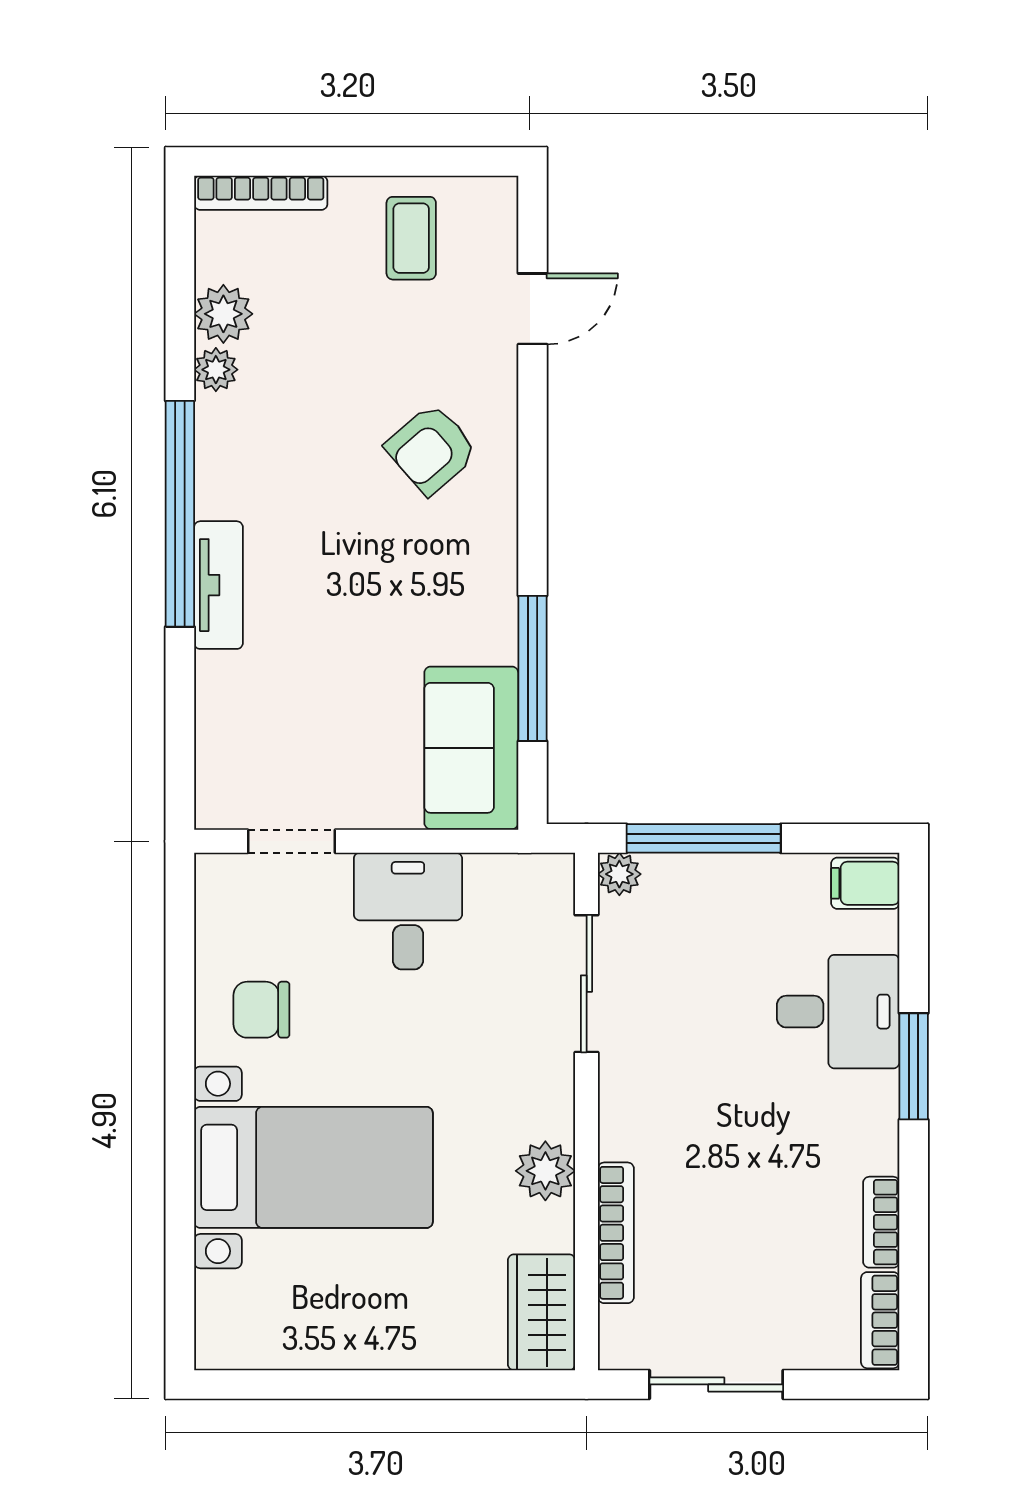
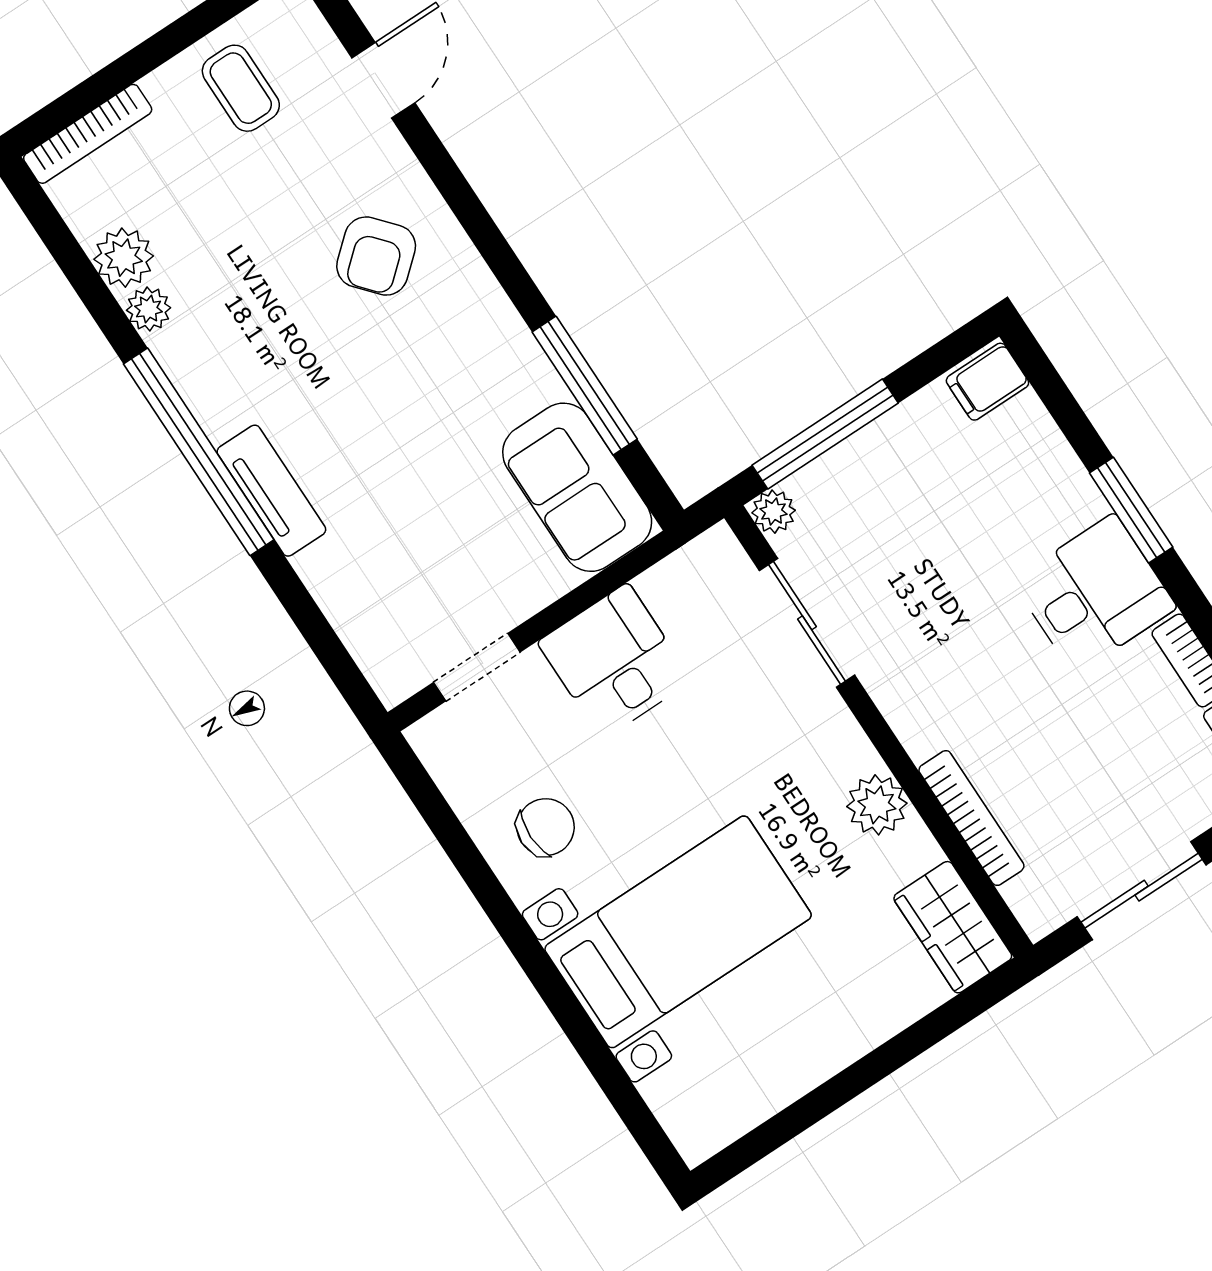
chair: (261, 1010) -> (546, 827), turned 180
desk: (838, 1012) -> (1094, 594), moved

